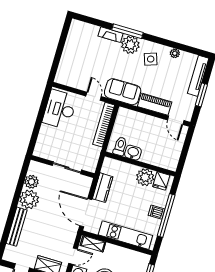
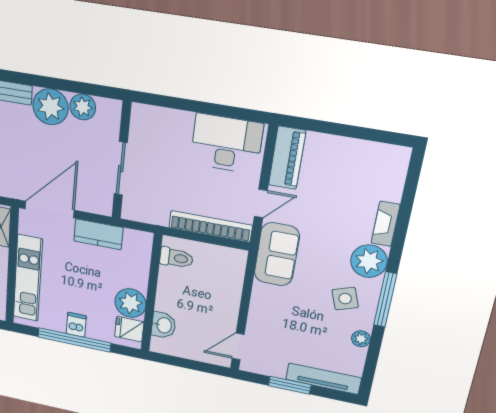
window: (127, 31) -> (385, 300), moved
piano: (155, 104) -> (287, 158), moved
washbasin: (133, 153) -> (164, 325), moved

